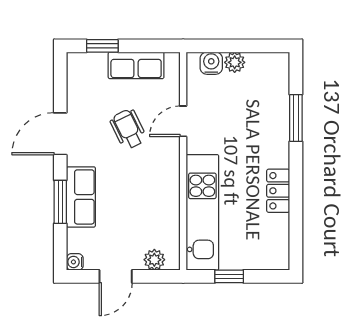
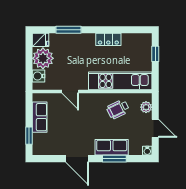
plant: (235, 62) -> (43, 58), width x1.87, depth x1.87
fridge: (277, 67) -> (40, 40), added
wheelchair: (128, 129) -> (118, 109), moved
window: (229, 276) -> (155, 54), moved

